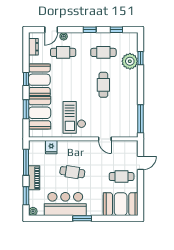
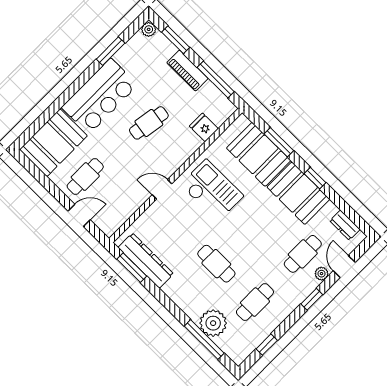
window: (90, 30) -> (312, 299), moved
window: (140, 58) -> (204, 340), width x2.17
dresser: (132, 116) -> (146, 261), added
window: (140, 119) -> (132, 268), width x0.69
door: (105, 139) -> (162, 189), moved
door: (140, 163) -> (79, 215), swing flipped
bar counter: (65, 204) -> (100, 96), moved
window: (82, 218) -> (111, 51), moved

